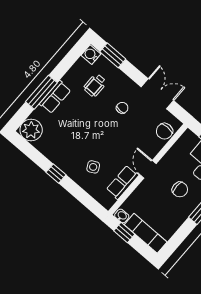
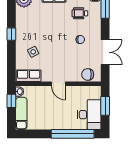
door: (148, 169) -> (58, 84), swing flipped
row of seats: (123, 182) -> (29, 76), moved
chair: (180, 189) -> (62, 111), removed

